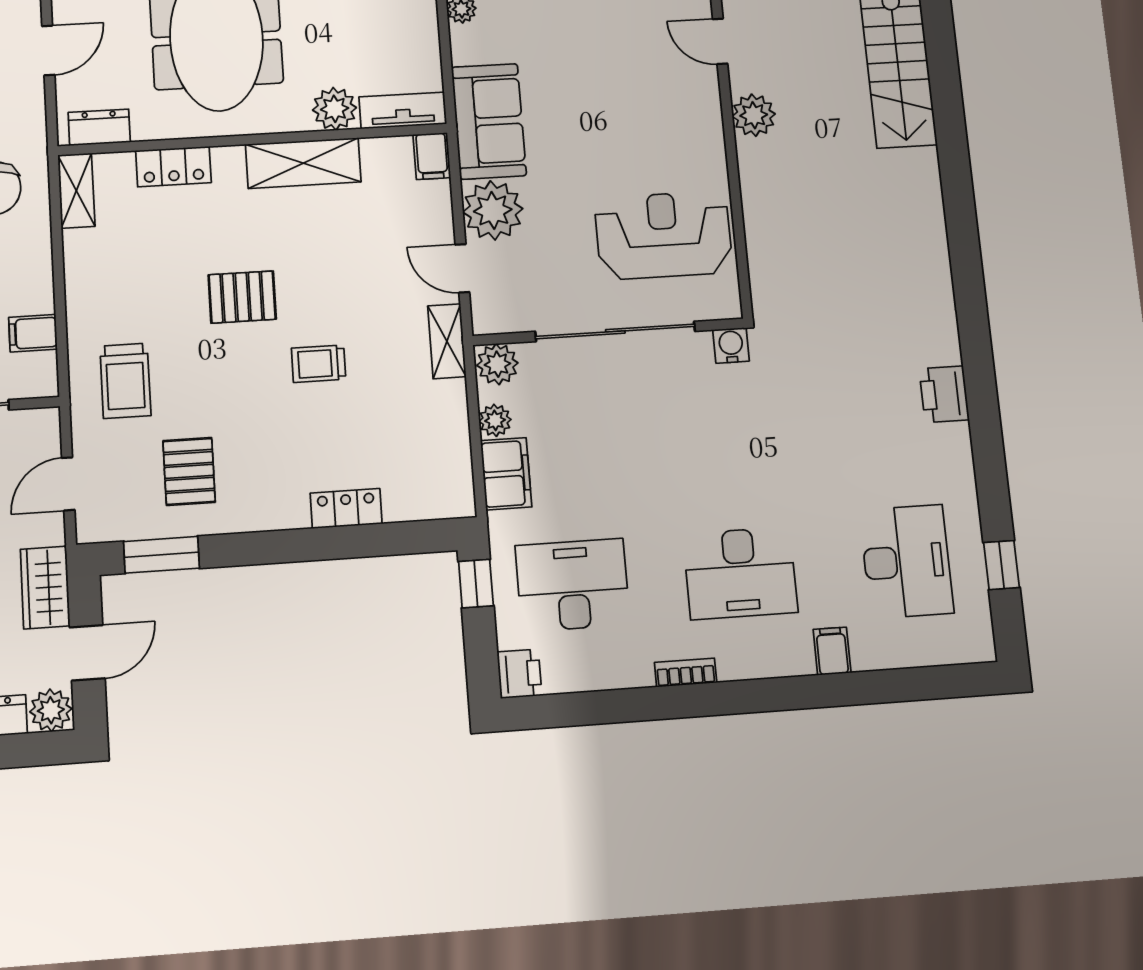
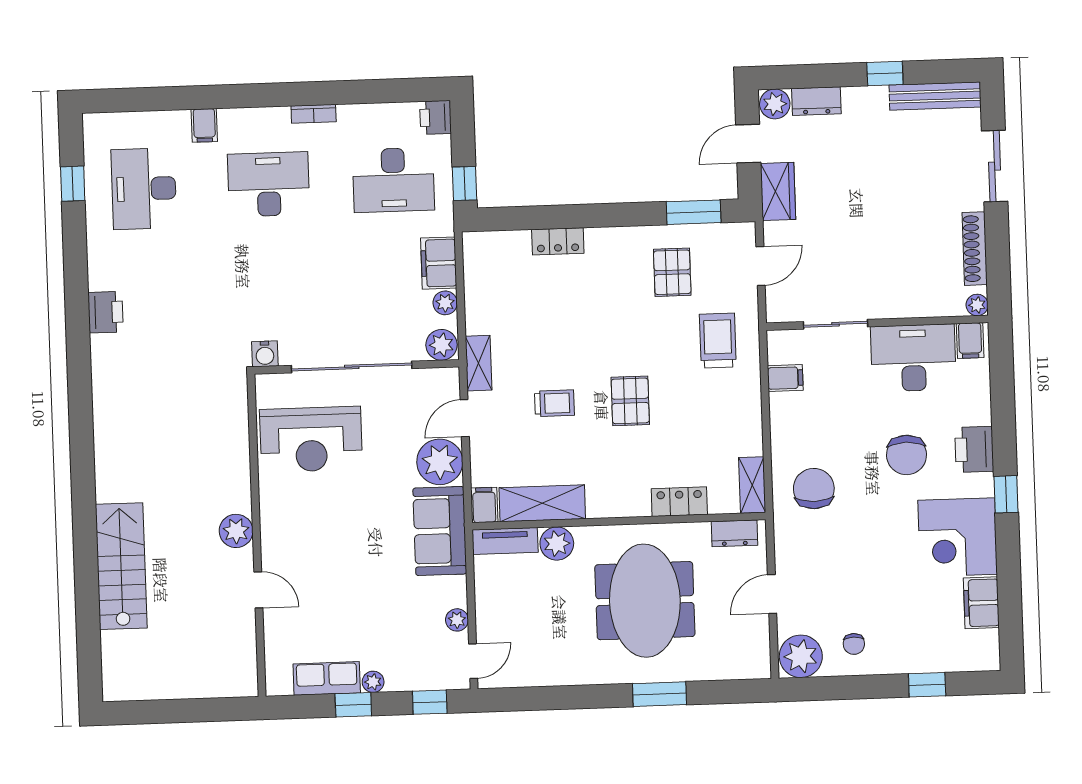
shelving: (303, 163) -> (542, 503), moved
door: (462, 268) -> (465, 418), swing flipped
pallet: (242, 297) -> (630, 401), turned 90
trolley: (319, 364) -> (554, 403), moved

